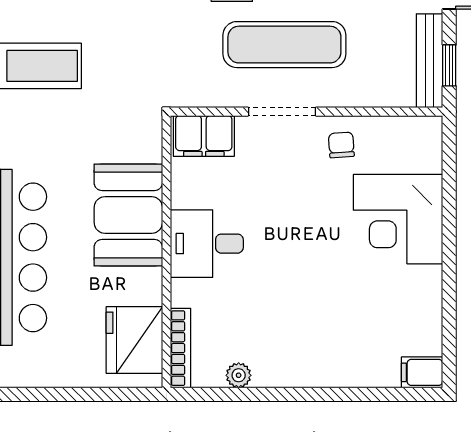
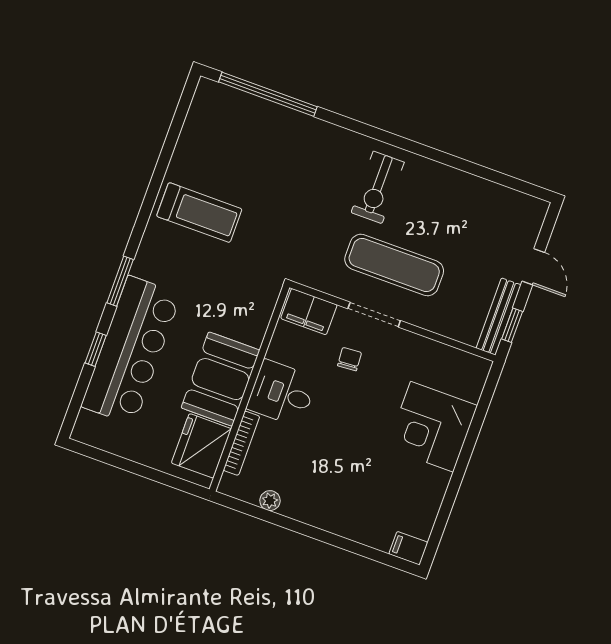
chair: (341, 145) -> (350, 359), moved
booth: (128, 215) -> (220, 379), moved
bookcase: (181, 348) -> (241, 443), moved

